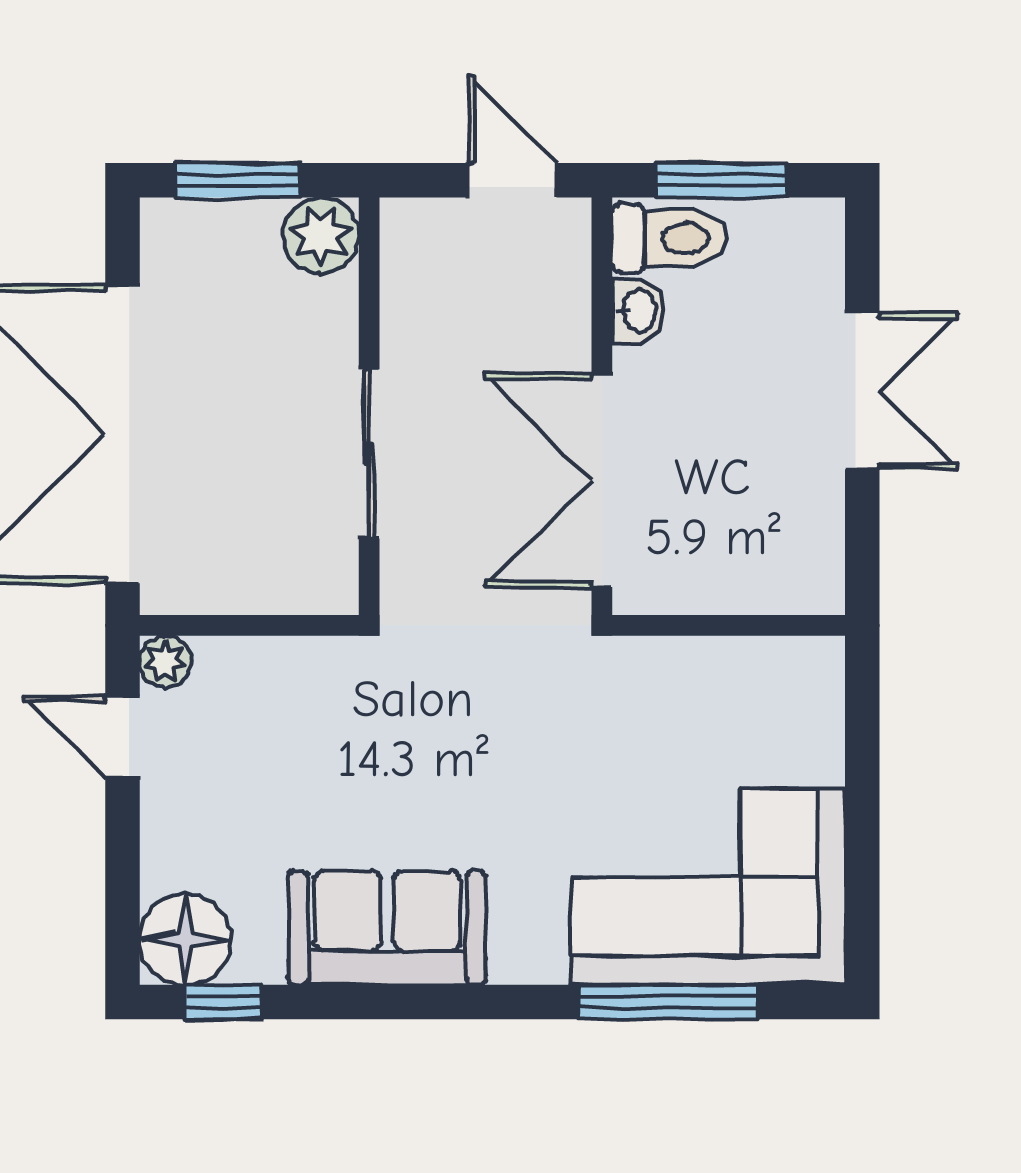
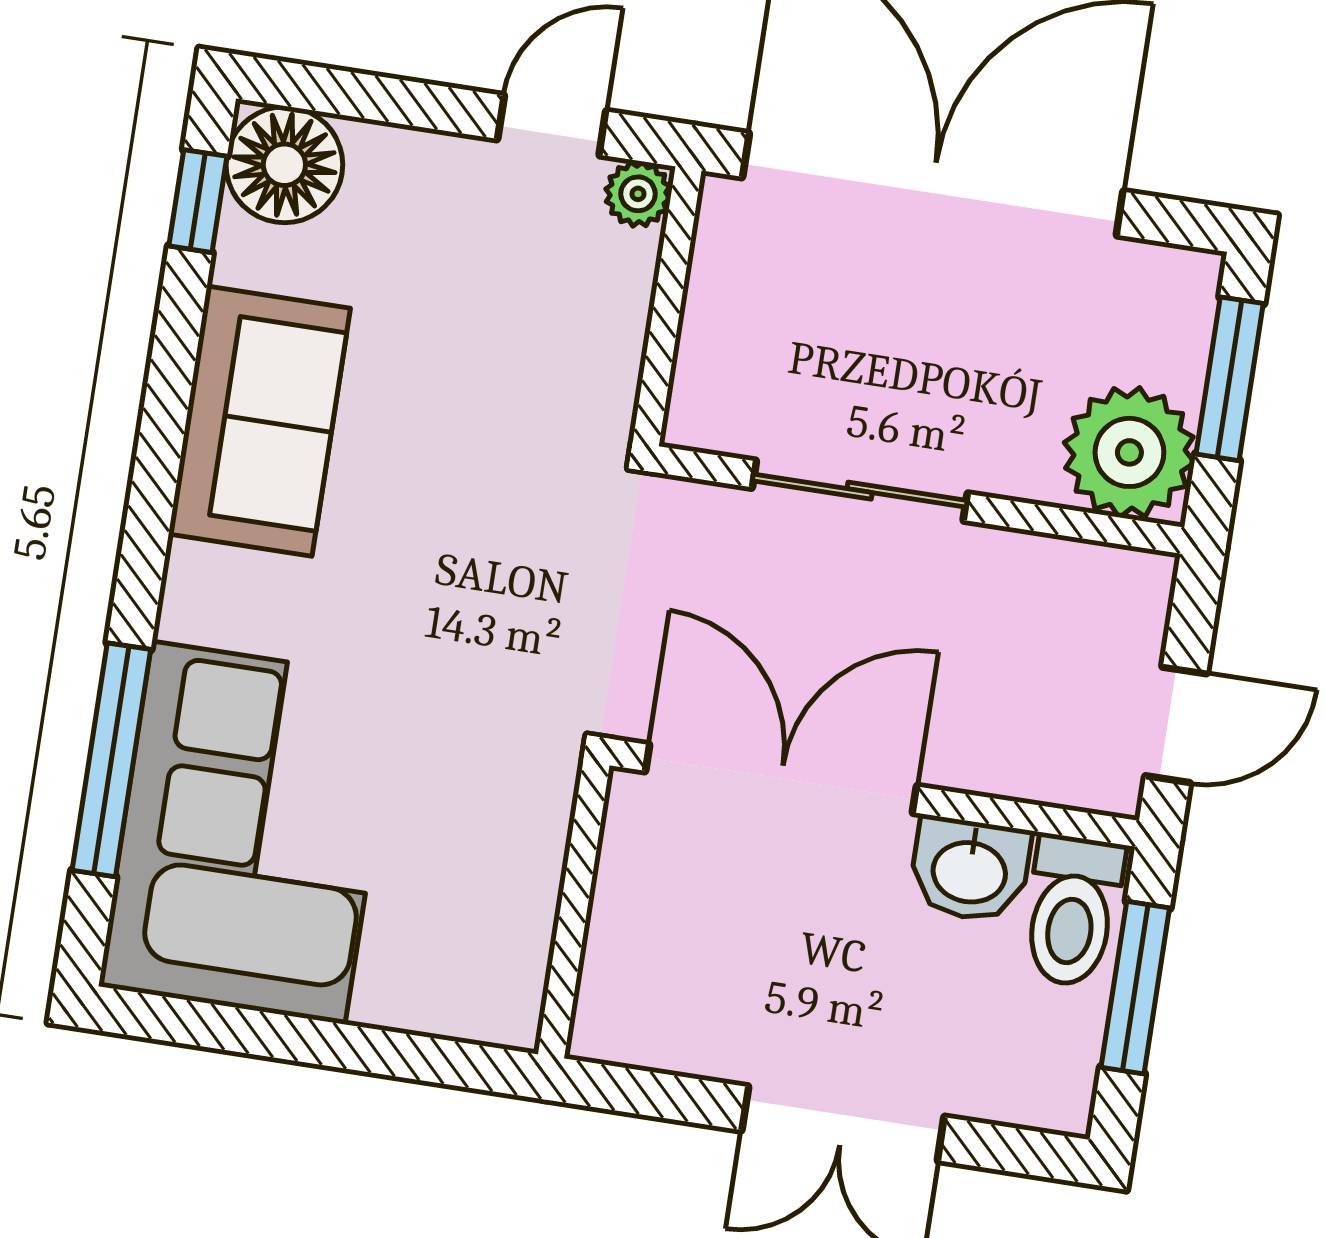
plant: (321, 235) -> (1129, 452), width x1.36, depth x1.36
washbasin: (638, 311) -> (970, 869), width x1.38, depth x1.45

